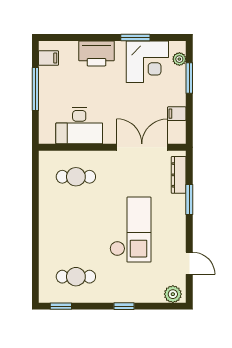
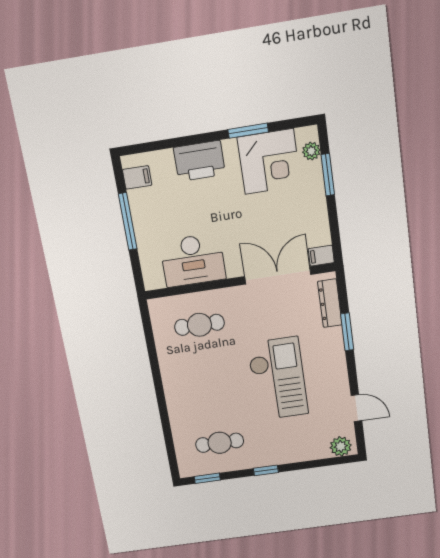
filing cabinet: (177, 114) -> (321, 256), moved
window: (124, 306) -> (266, 470), moved

